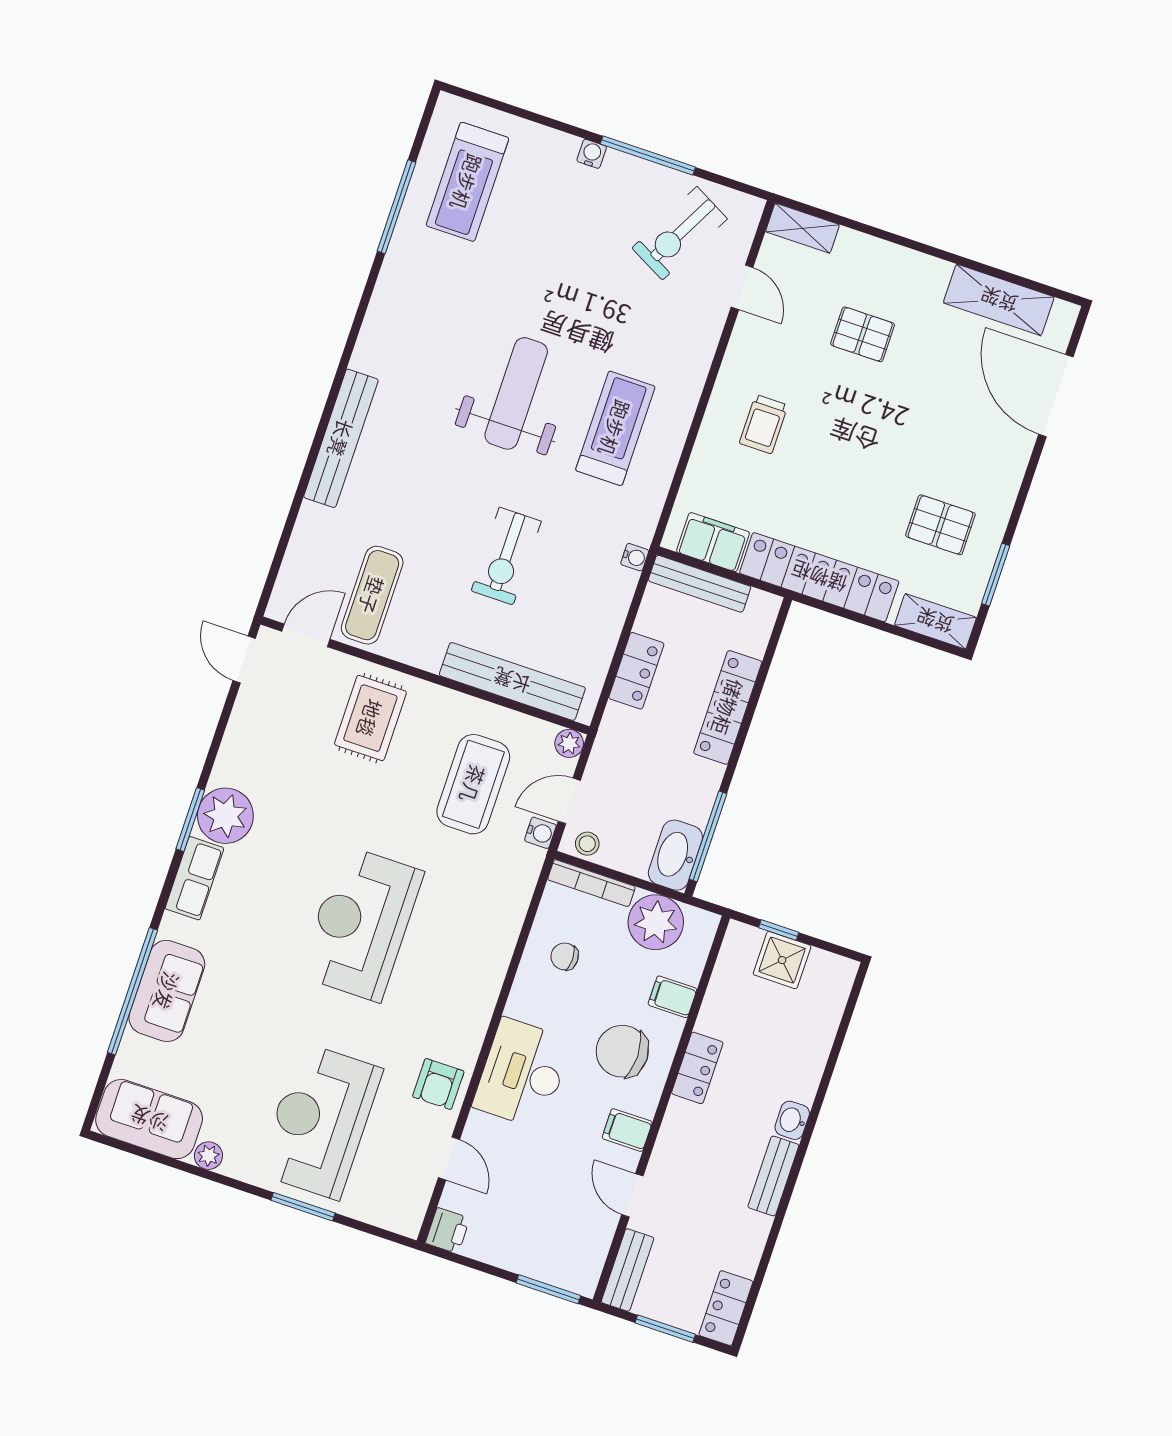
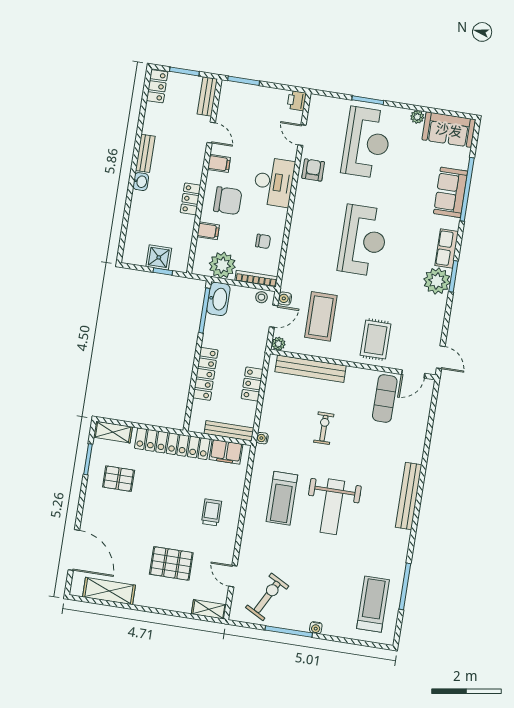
pallet: (863, 334) -> (171, 563), width x1.50, depth x1.42
bench: (341, 438) -> (409, 496), moved
exercise bike: (506, 556) -> (324, 428), width x0.73, depth x0.72

